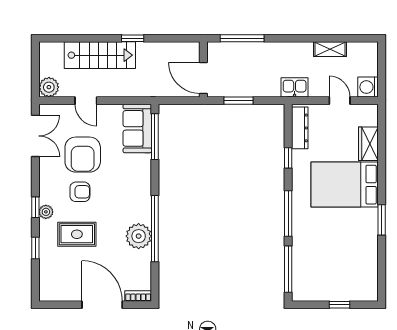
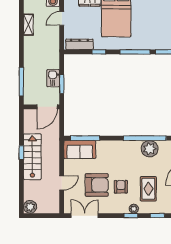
stairs: (100, 55) -> (32, 157), moved
plant: (49, 87) -> (30, 207), moved
kitchen sink: (295, 87) -> (53, 78), moved

